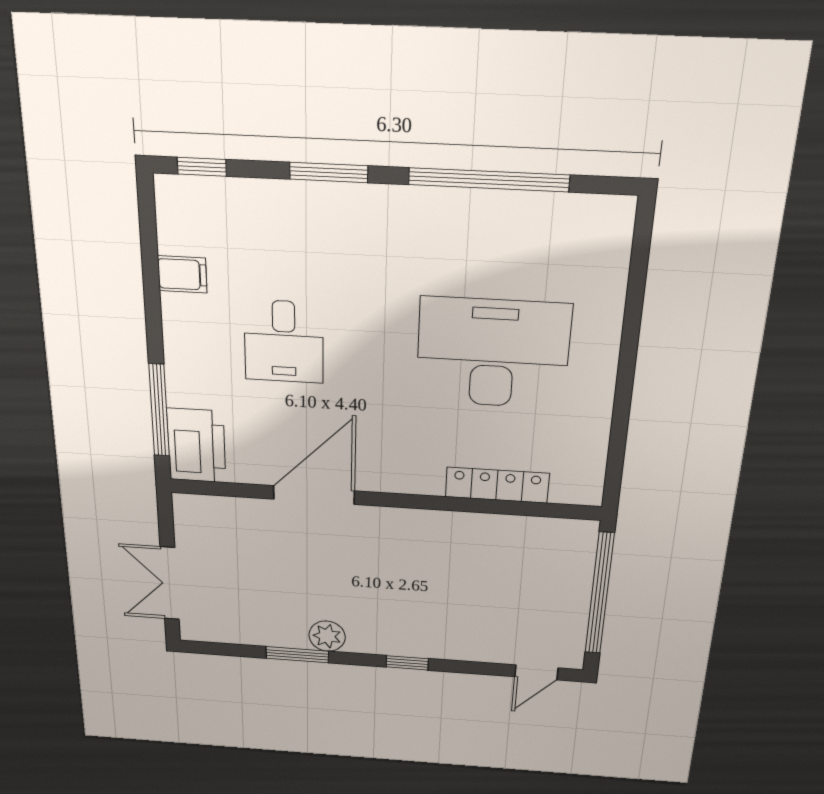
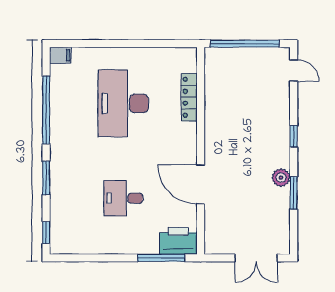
filing cabinet: (182, 274) -> (60, 55), moved, turned 90
desk: (284, 342) -> (123, 198), turned 180

